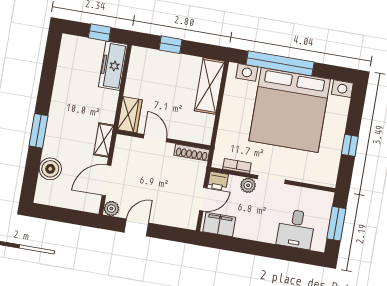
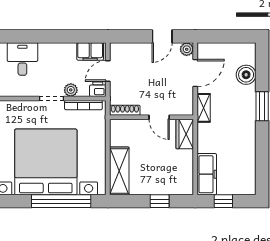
bookcase: (237, 166) -> (83, 105), width x1.56

